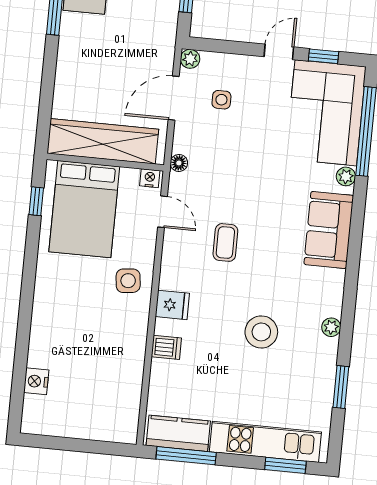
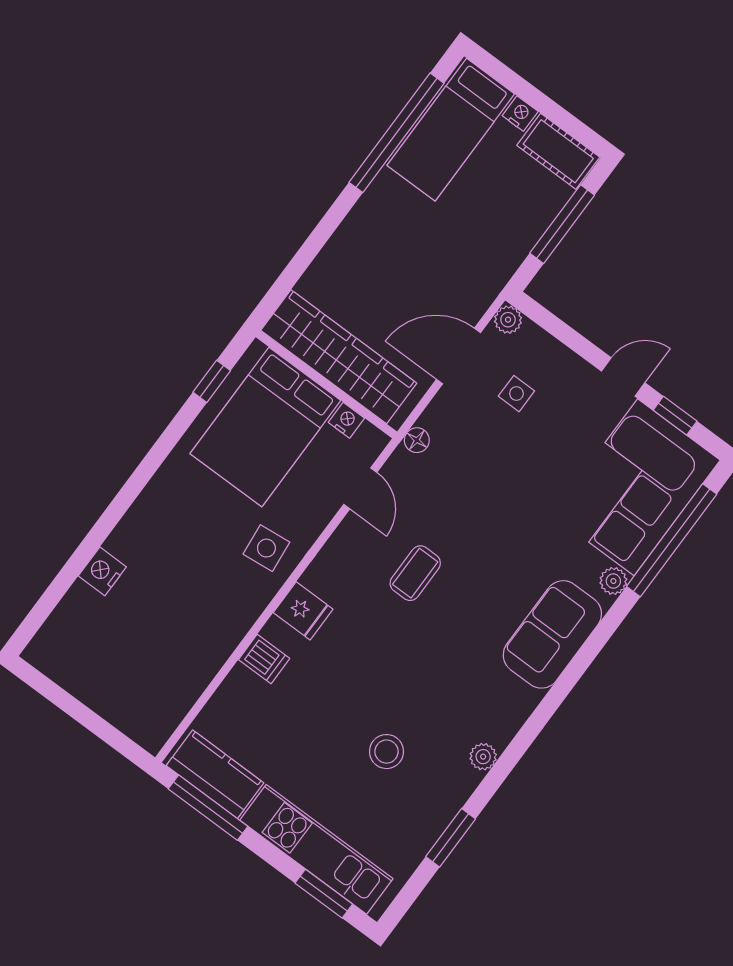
nightstand: (150, 178) -> (346, 420), moved
stool: (261, 332) -> (387, 752), moved, width x0.73, depth x0.73
nightstand: (36, 381) -> (102, 571), moved

